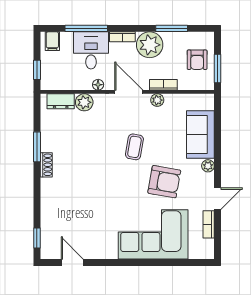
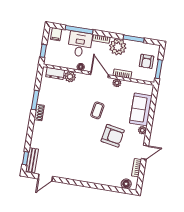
corner sofa: (153, 234) -> (100, 168), removed
bench: (47, 239) -> (32, 160), added
floor lamp: (197, 252) -> (126, 184), added
door: (72, 262) -> (45, 178), swing flipped

